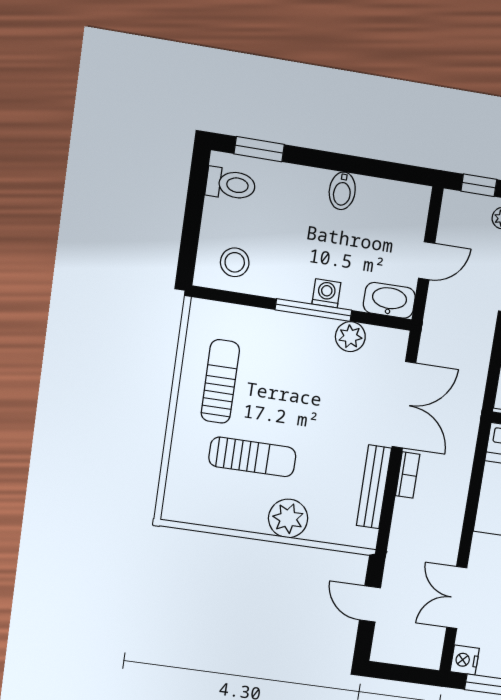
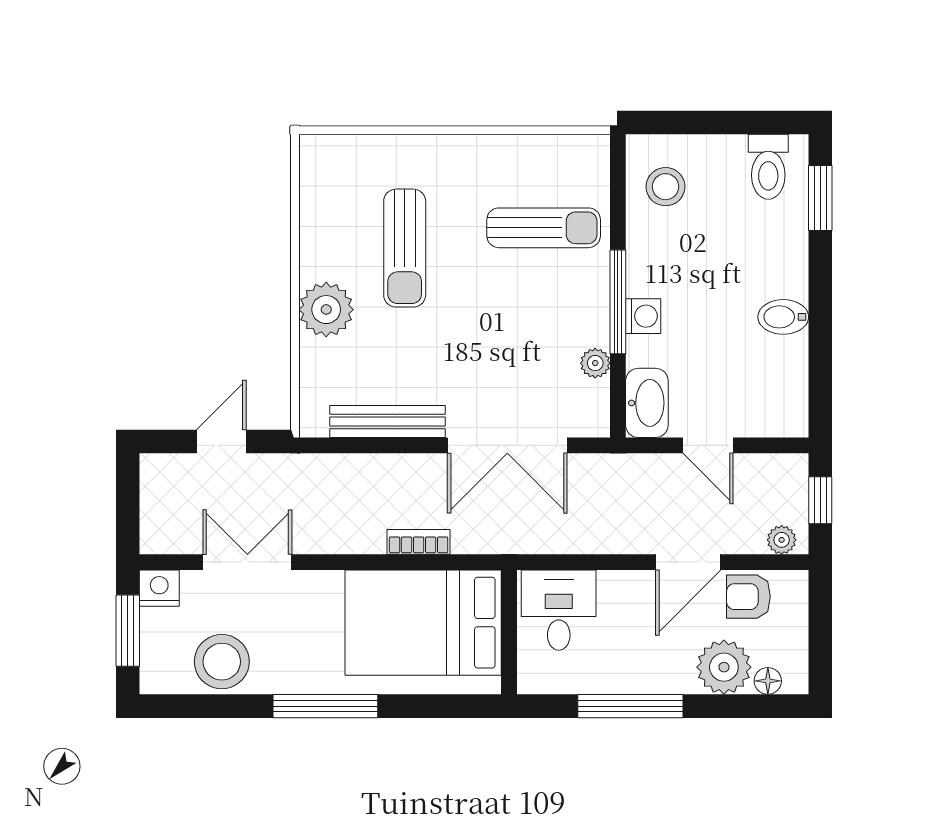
plant: (350, 337) -> (595, 363), width x0.73, depth x0.73
sun lounger: (220, 381) -> (544, 228), moved
bookcase: (408, 475) -> (419, 542), moved, turned 180

